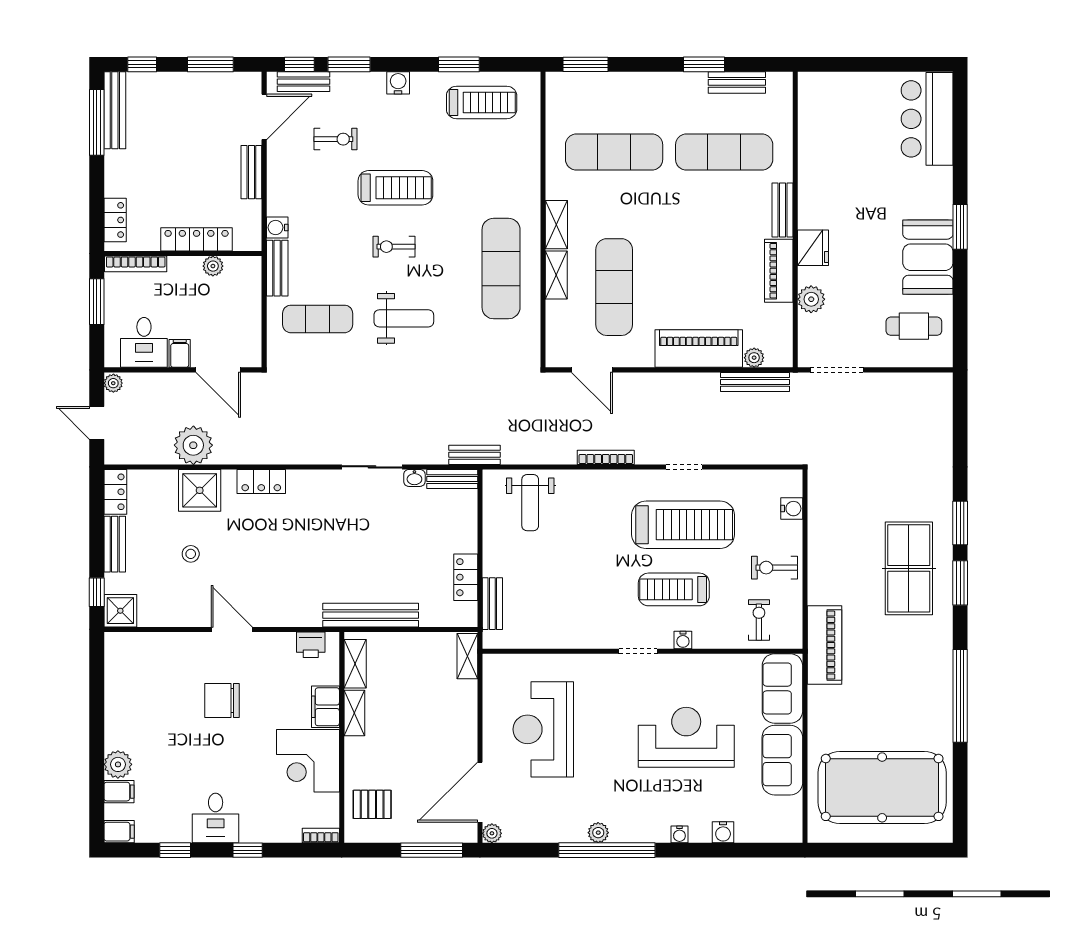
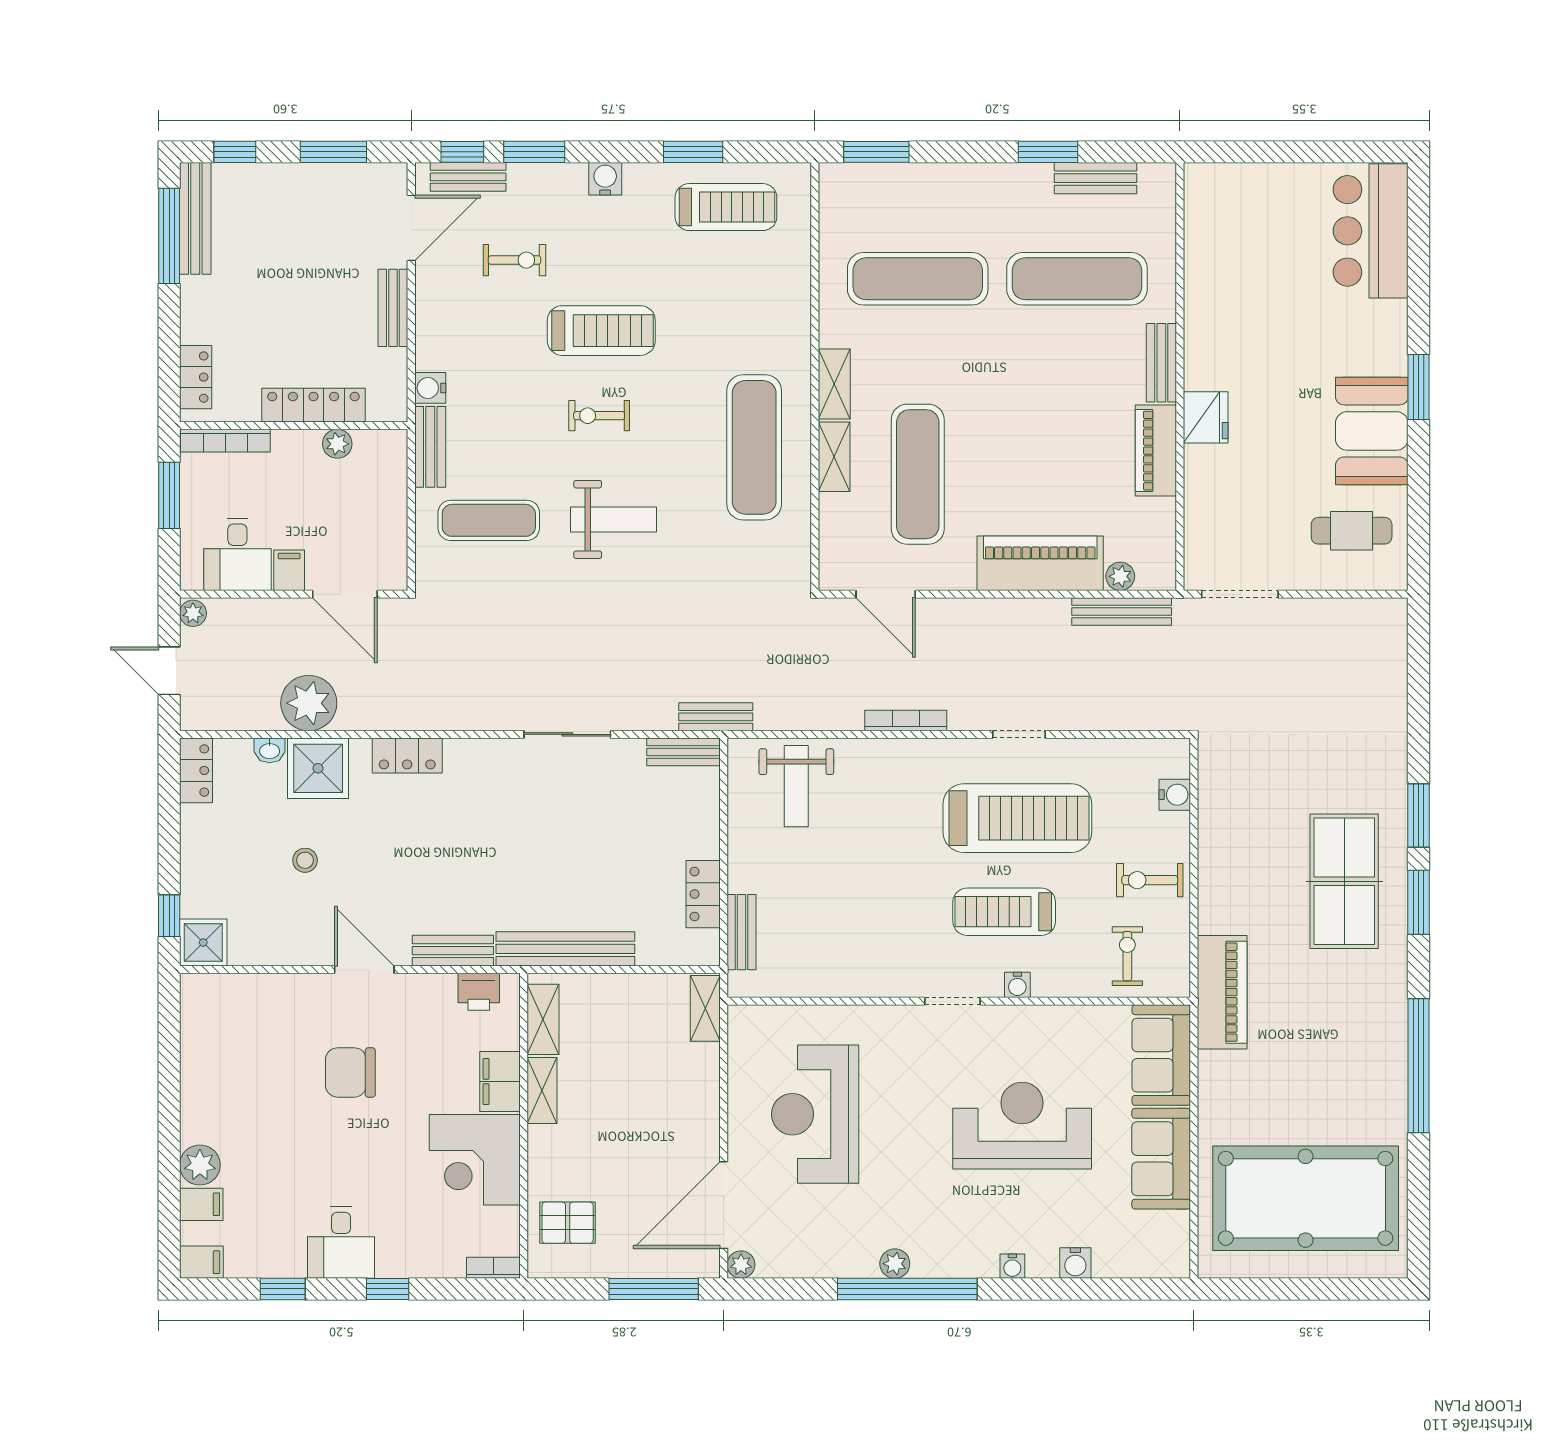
plant: (811, 299) -> (1203, 492), removed
washbasin: (414, 478) -> (270, 750), moved
bench: (115, 544) -> (453, 951), moved, turned 90

